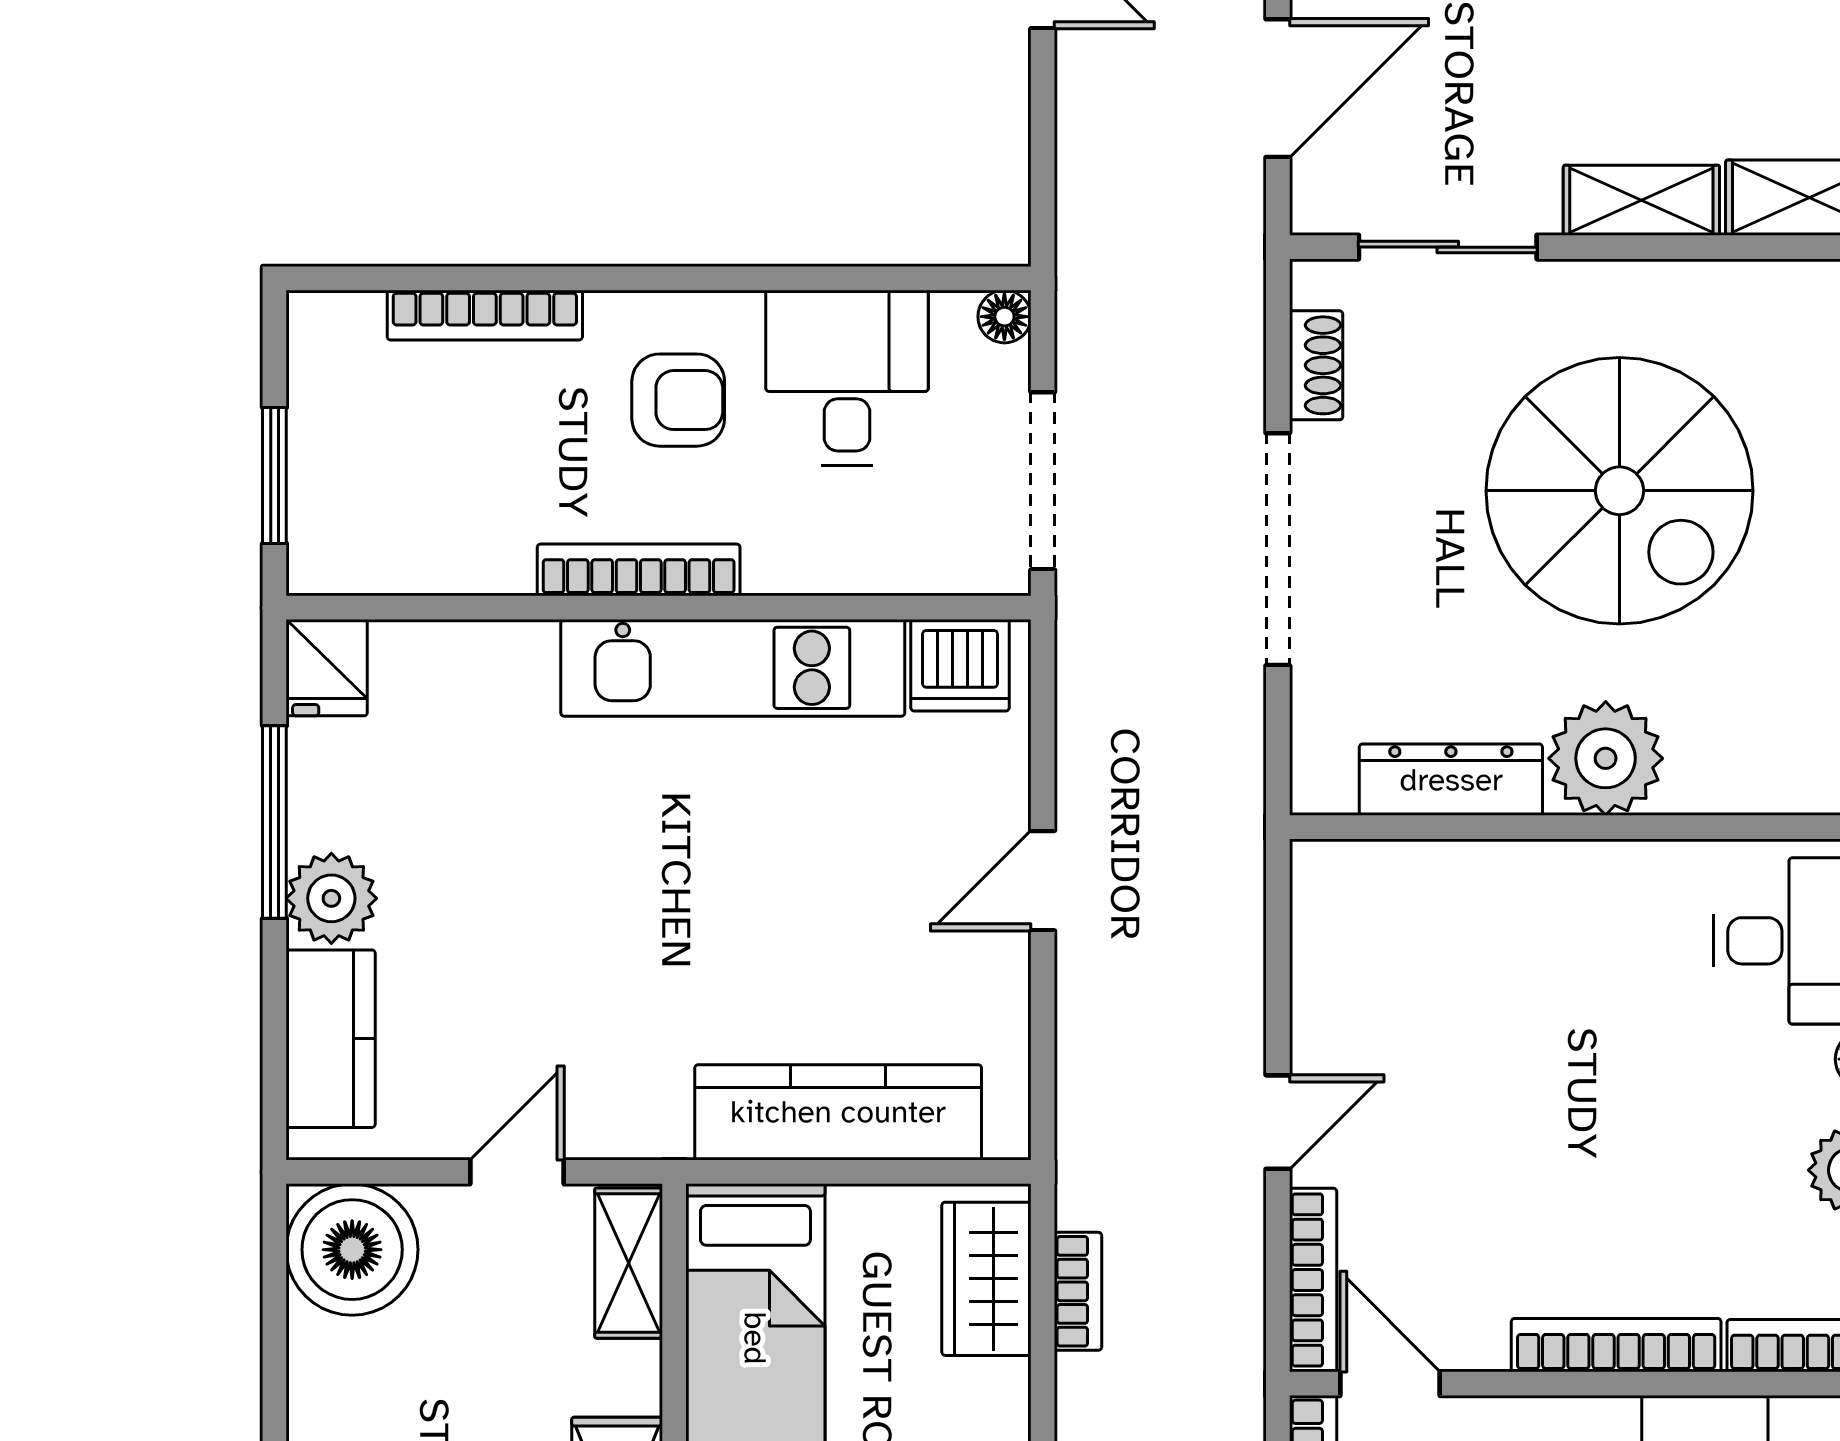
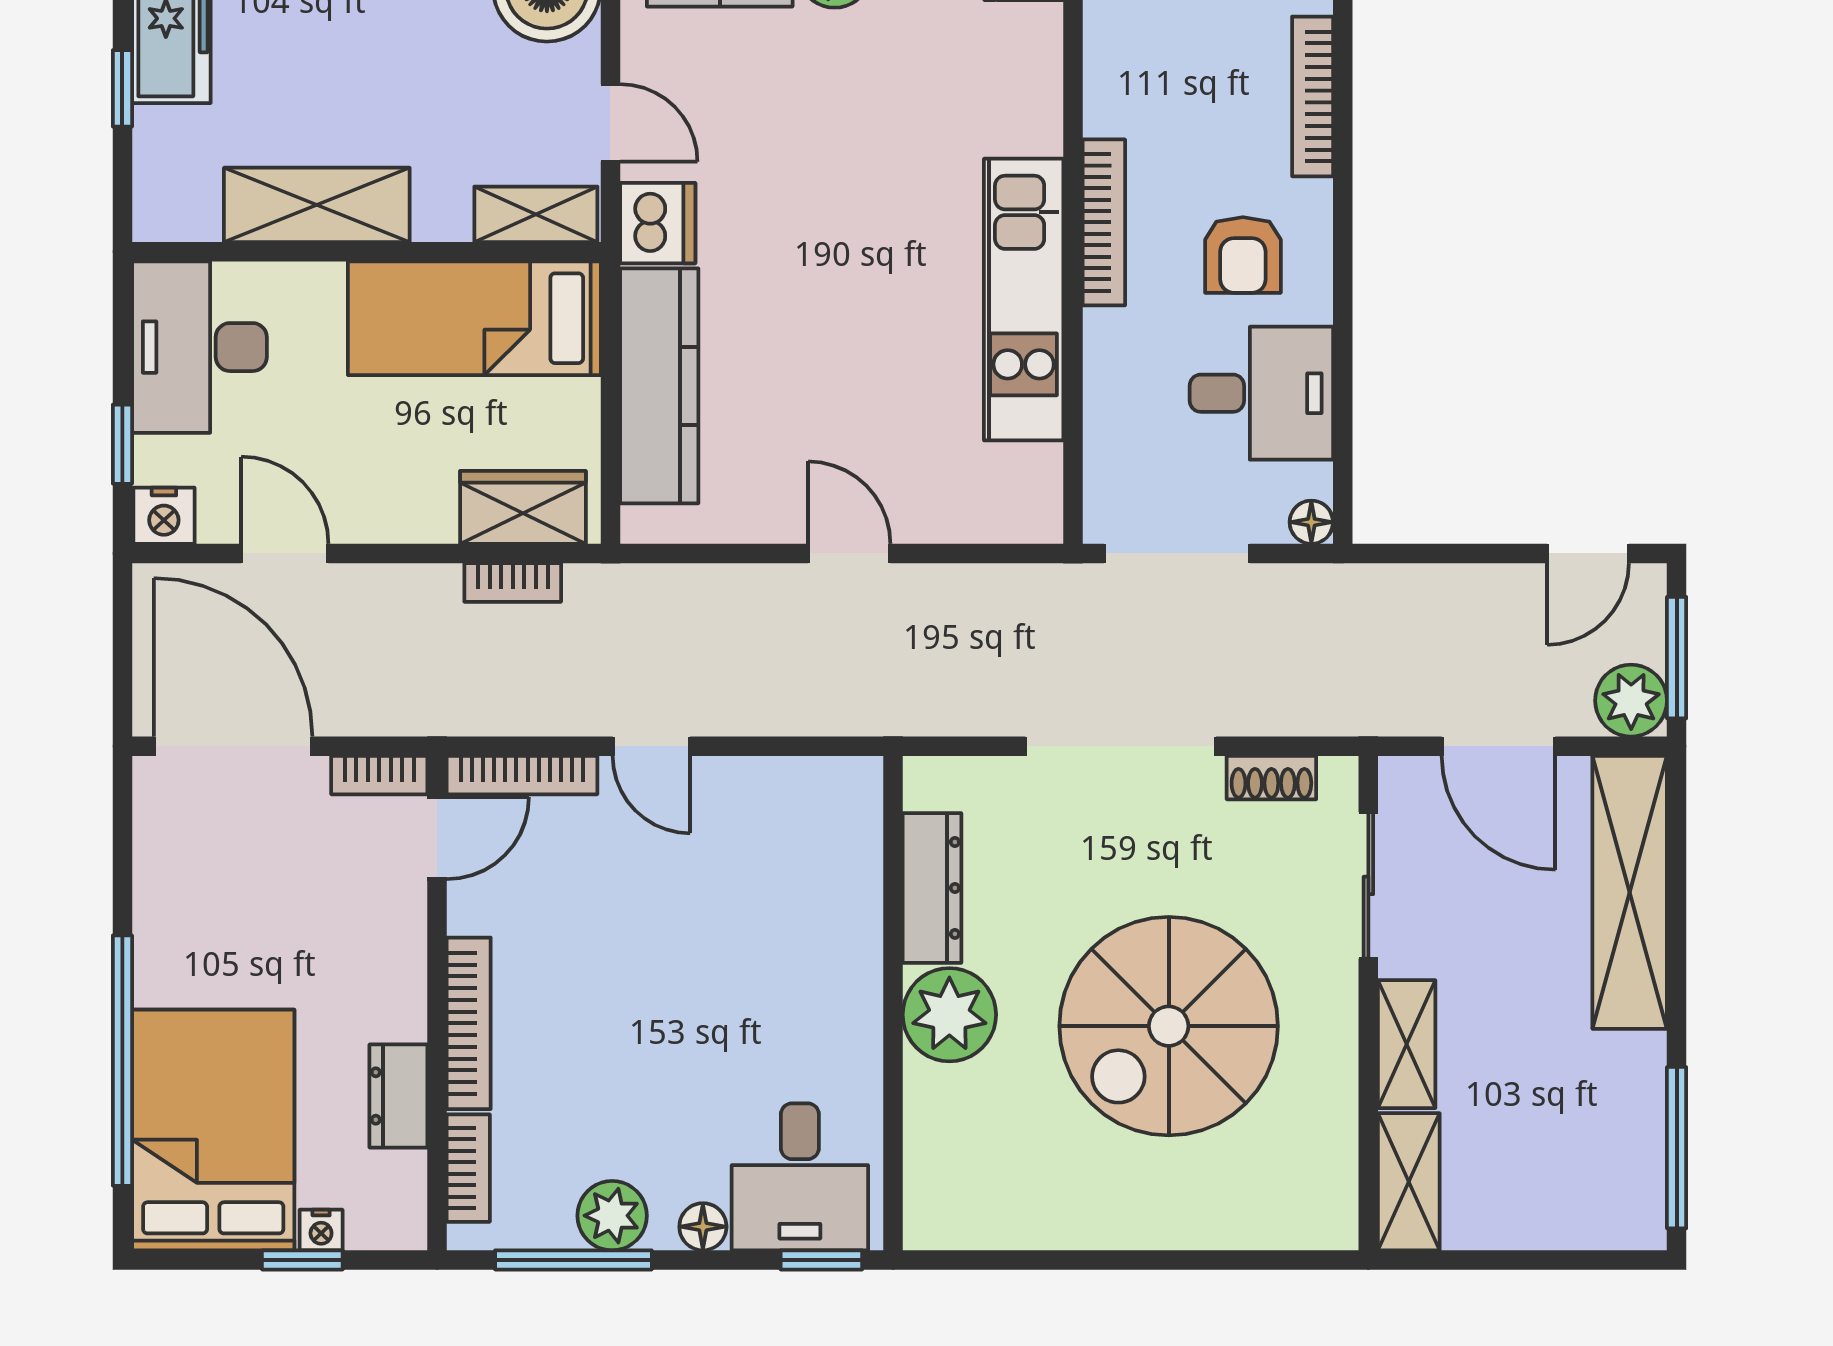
dishwasher: (960, 665) -> (658, 223), moved, turned 180

